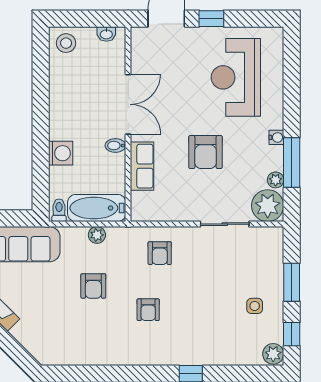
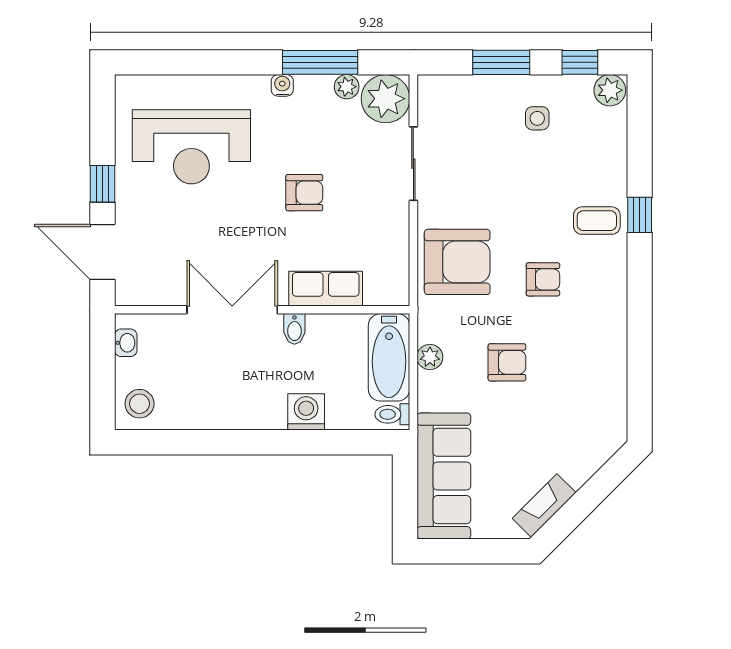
armchair: (206, 152) -> (304, 193), width x0.72, depth x0.72
armchair: (160, 253) -> (457, 262), width x1.88, depth x1.88
coffee table: (187, 345) -> (597, 221), added

